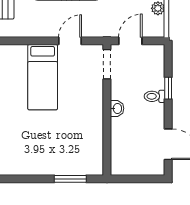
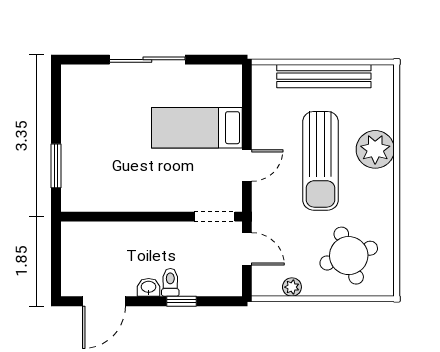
door: (70, 41) -> (247, 166), hinge flipped
washbasin: (117, 108) -> (149, 287), moved, turned 180

